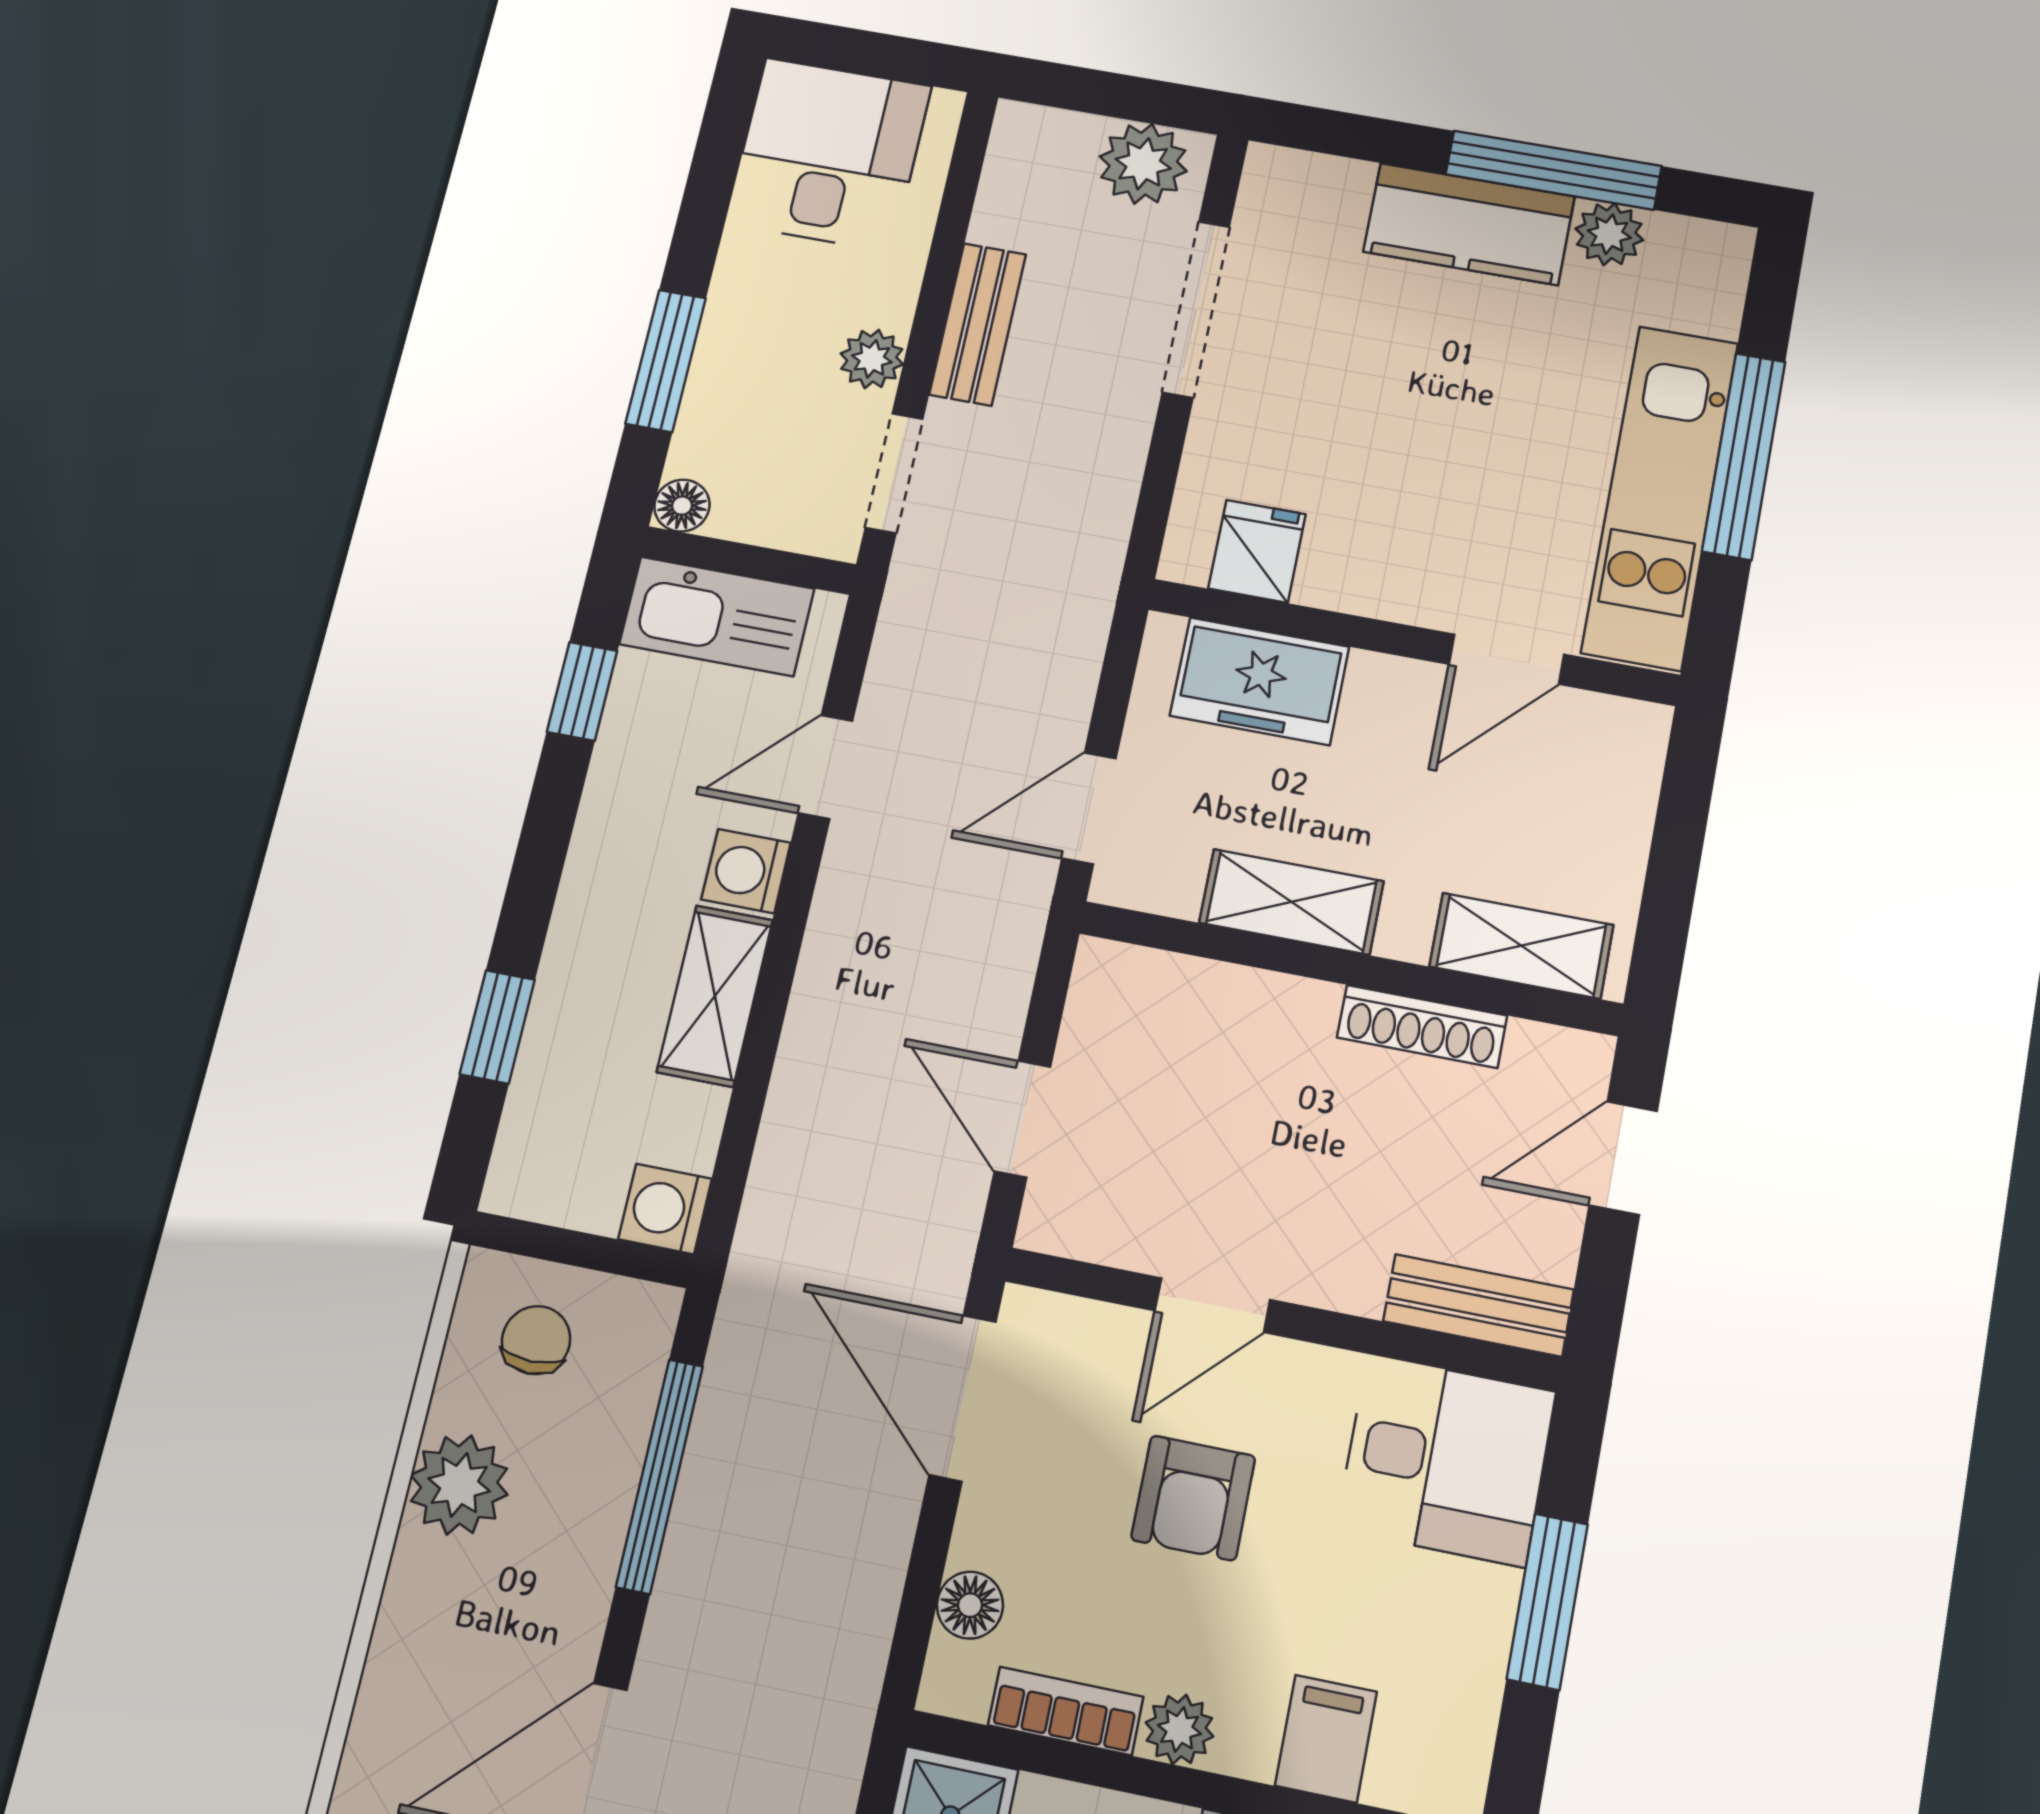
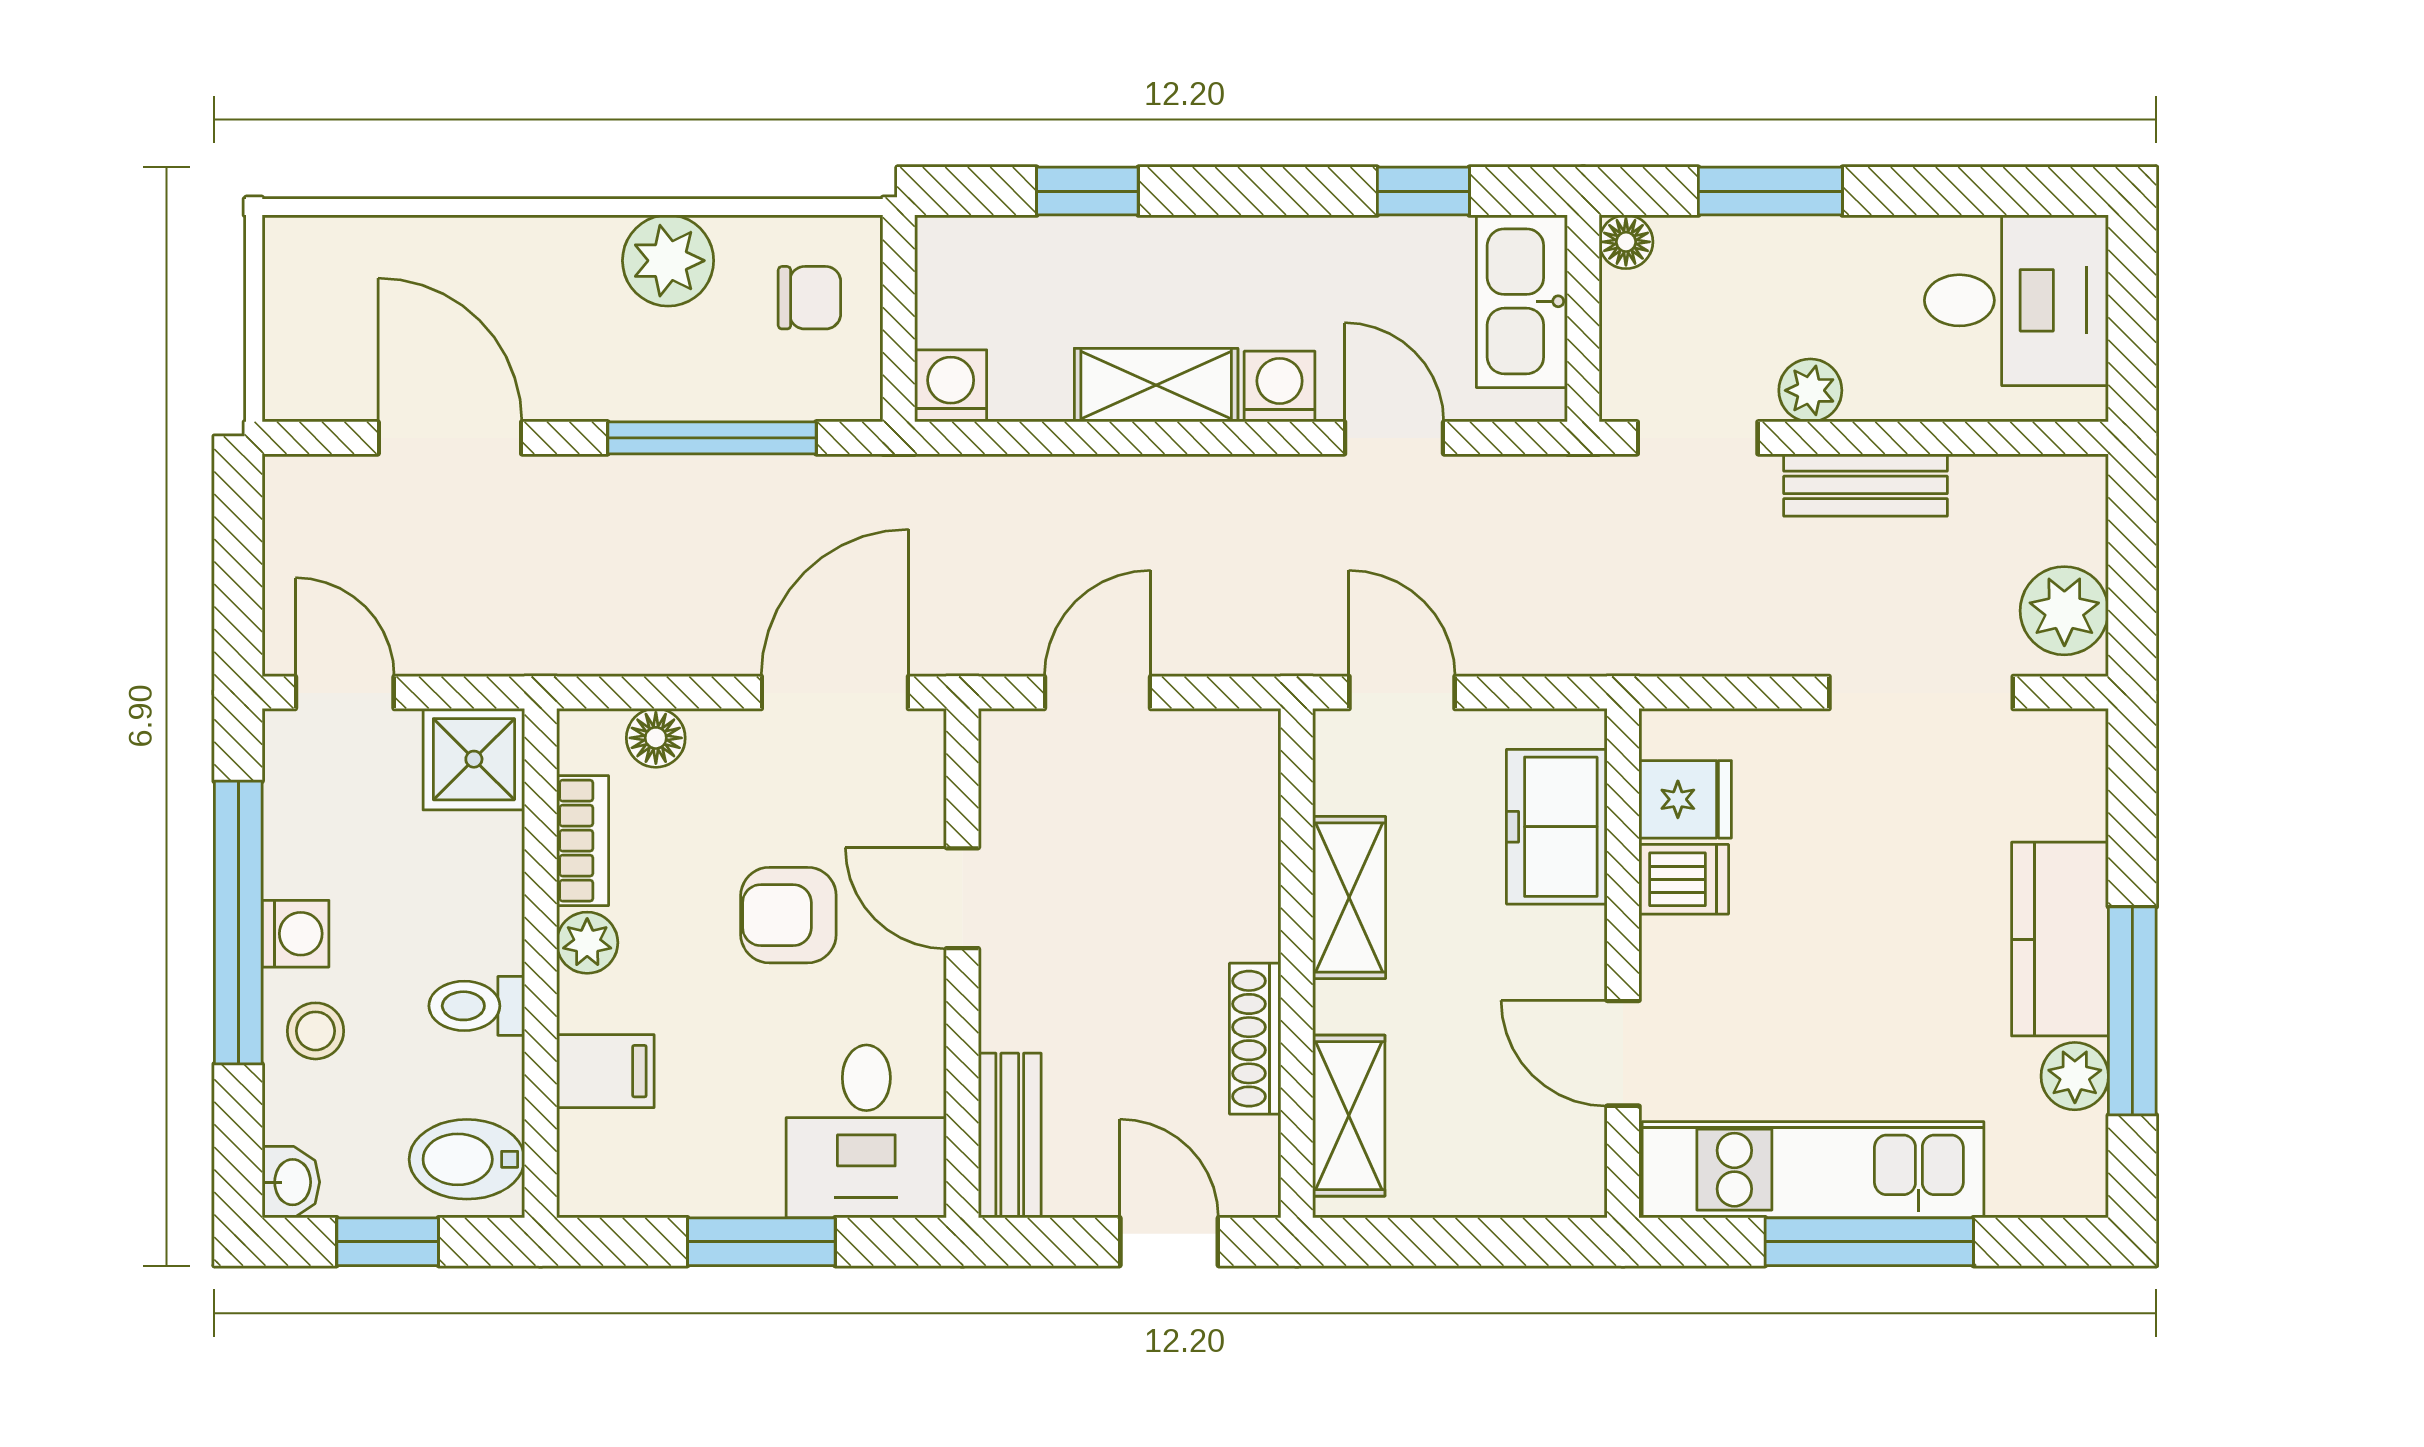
dishwasher: (1338, 567) -> (1684, 879), added

